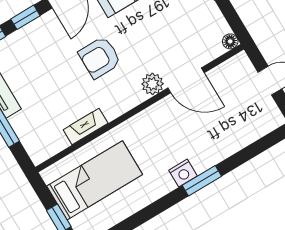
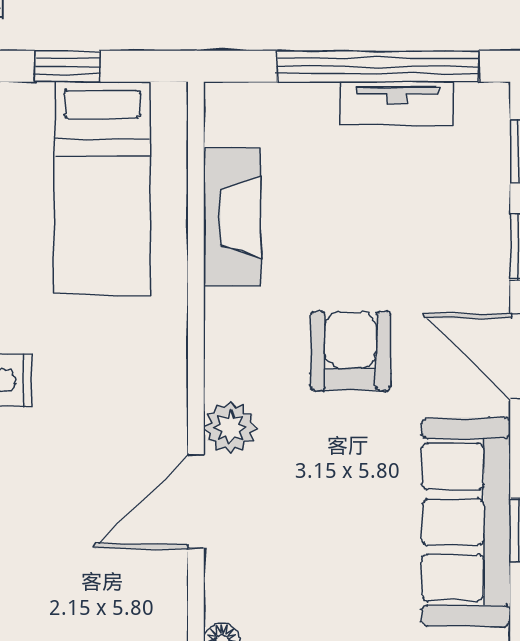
fireplace: (86, 126) -> (232, 217), width x1.37, depth x1.32

